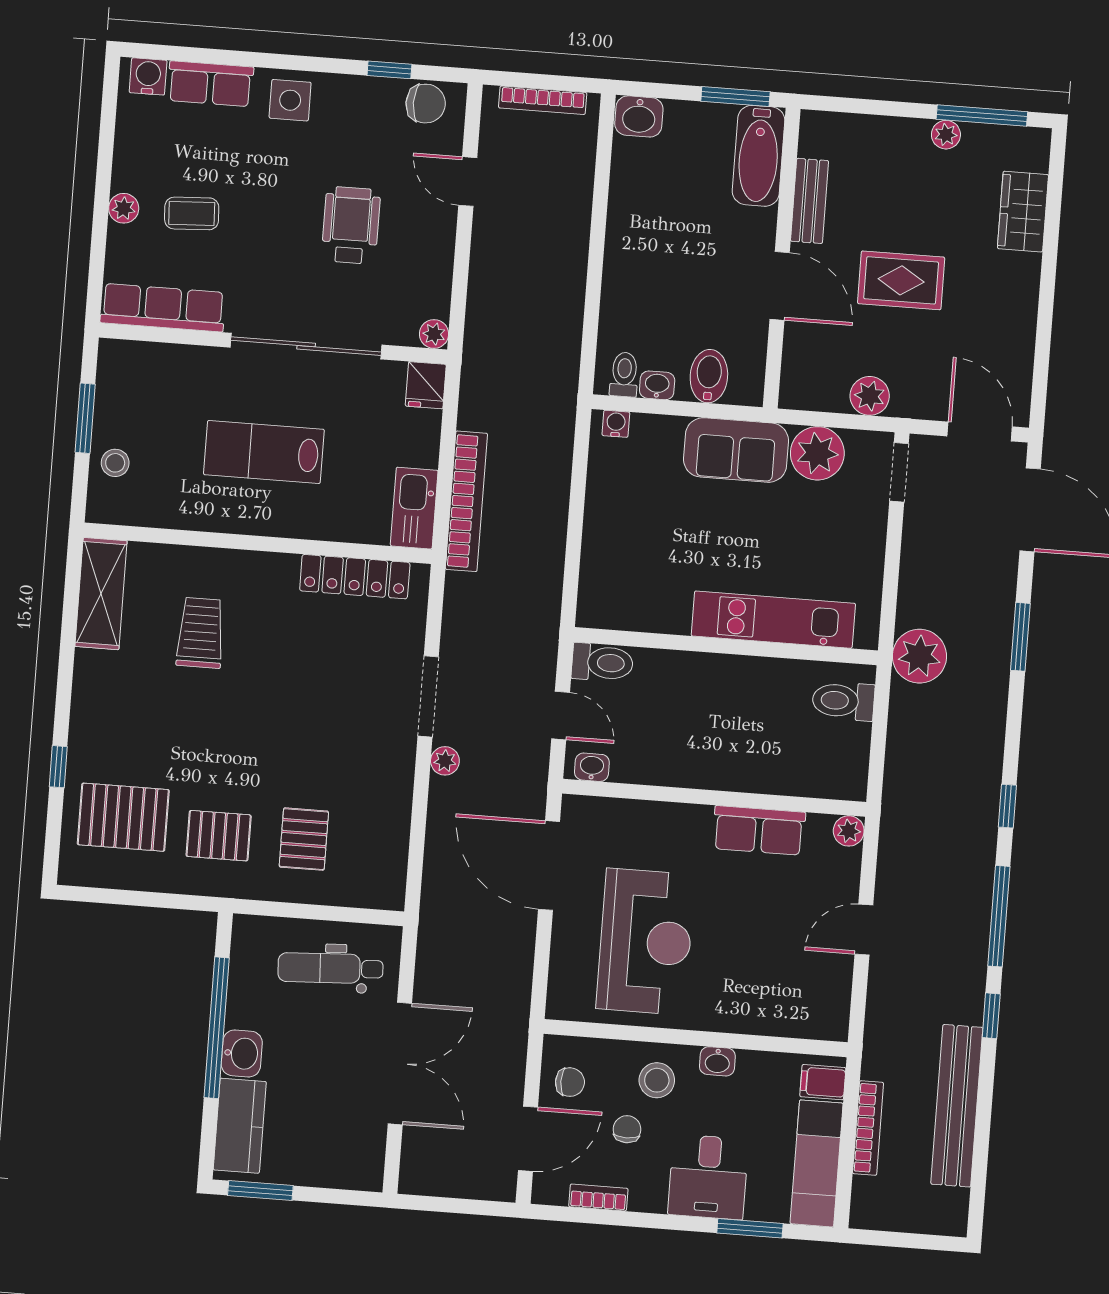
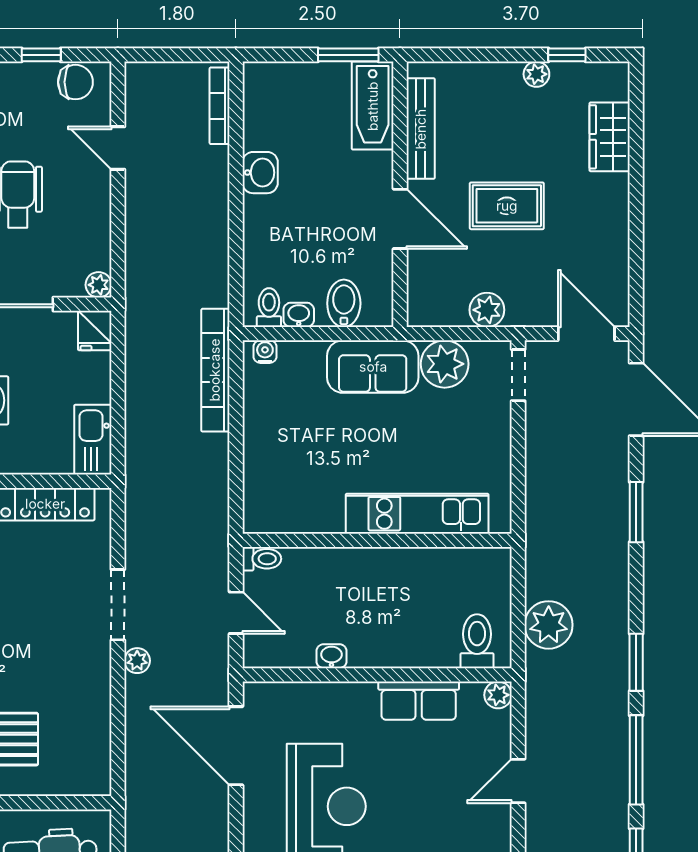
bookcase: (543, 100) -> (220, 106), moved, turned 90
window: (982, 115) -> (567, 55), width x0.46
washbasin: (639, 116) -> (260, 173), moved, turned -90
bench: (810, 201) -> (421, 129), width x1.36
bookcase: (466, 501) -> (215, 370), moved, turned 180
plant: (919, 656) -> (549, 625), moved
toilet: (602, 663) -> (262, 559), width x0.73, depth x0.72
toilet: (843, 701) -> (477, 641), moved, turned 90
washbasin: (592, 767) -> (331, 656), moved
window: (1007, 806) -> (636, 662), width x1.50

